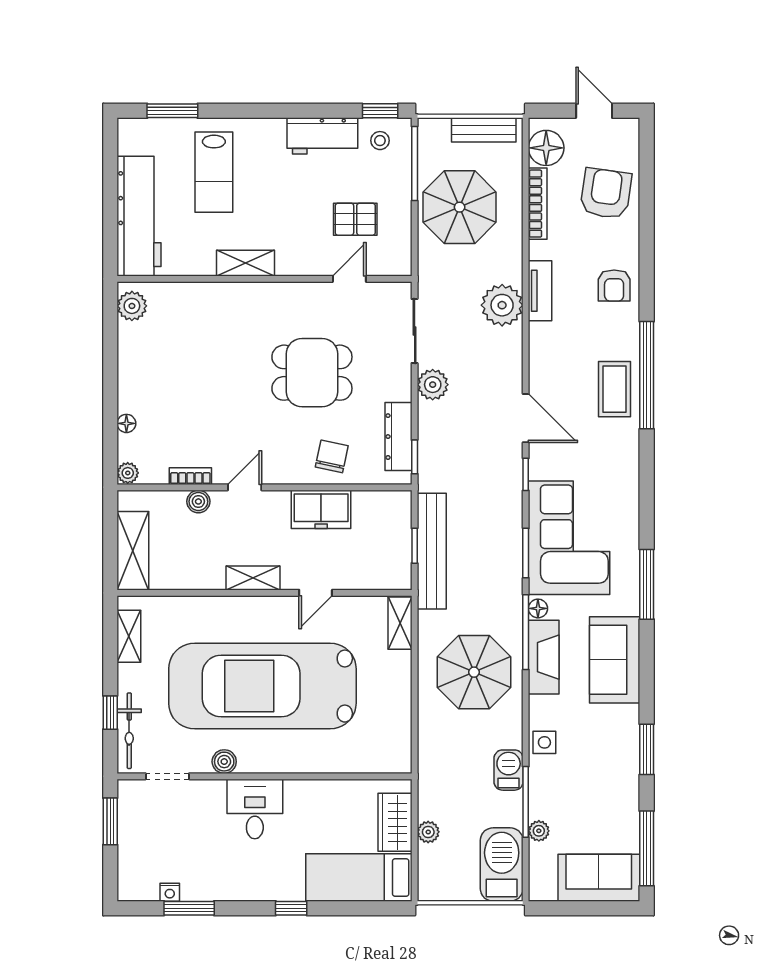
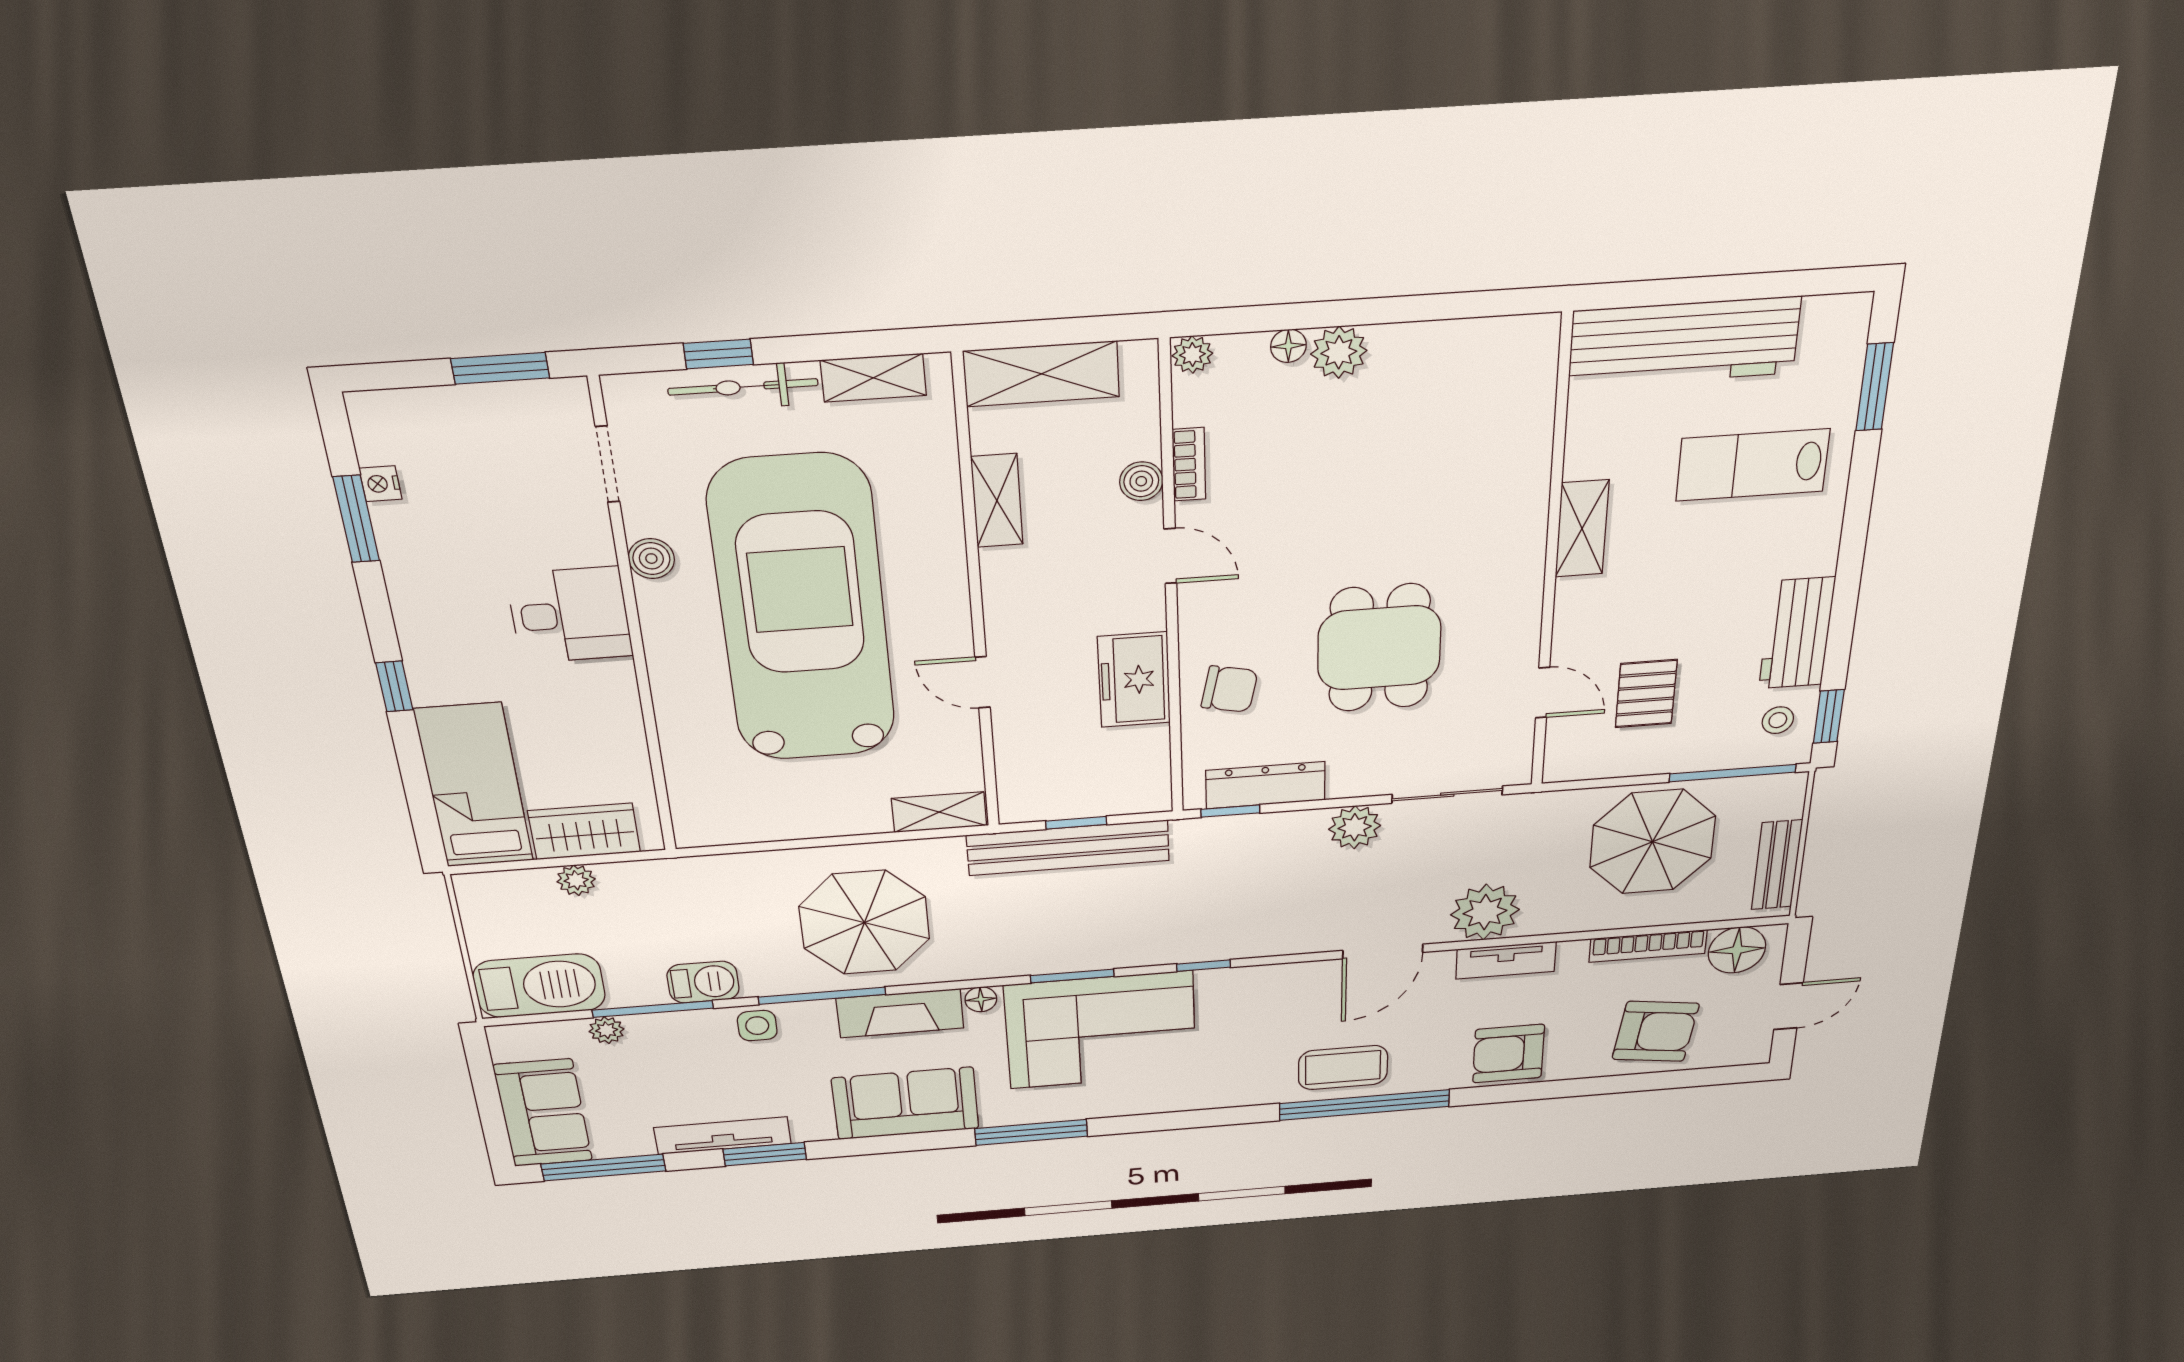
armchair: (614, 286) -> (1509, 1054), width x1.38, depth x1.38
plant: (132, 306) -> (1339, 352), moved
door: (526, 418) -> (1383, 951), moved
shelving: (253, 578) -> (997, 501), moved
window: (526, 632) -> (822, 996), moved
bicycle: (129, 731) -> (743, 387), moved
tv unit: (629, 773) -> (723, 1136), added

